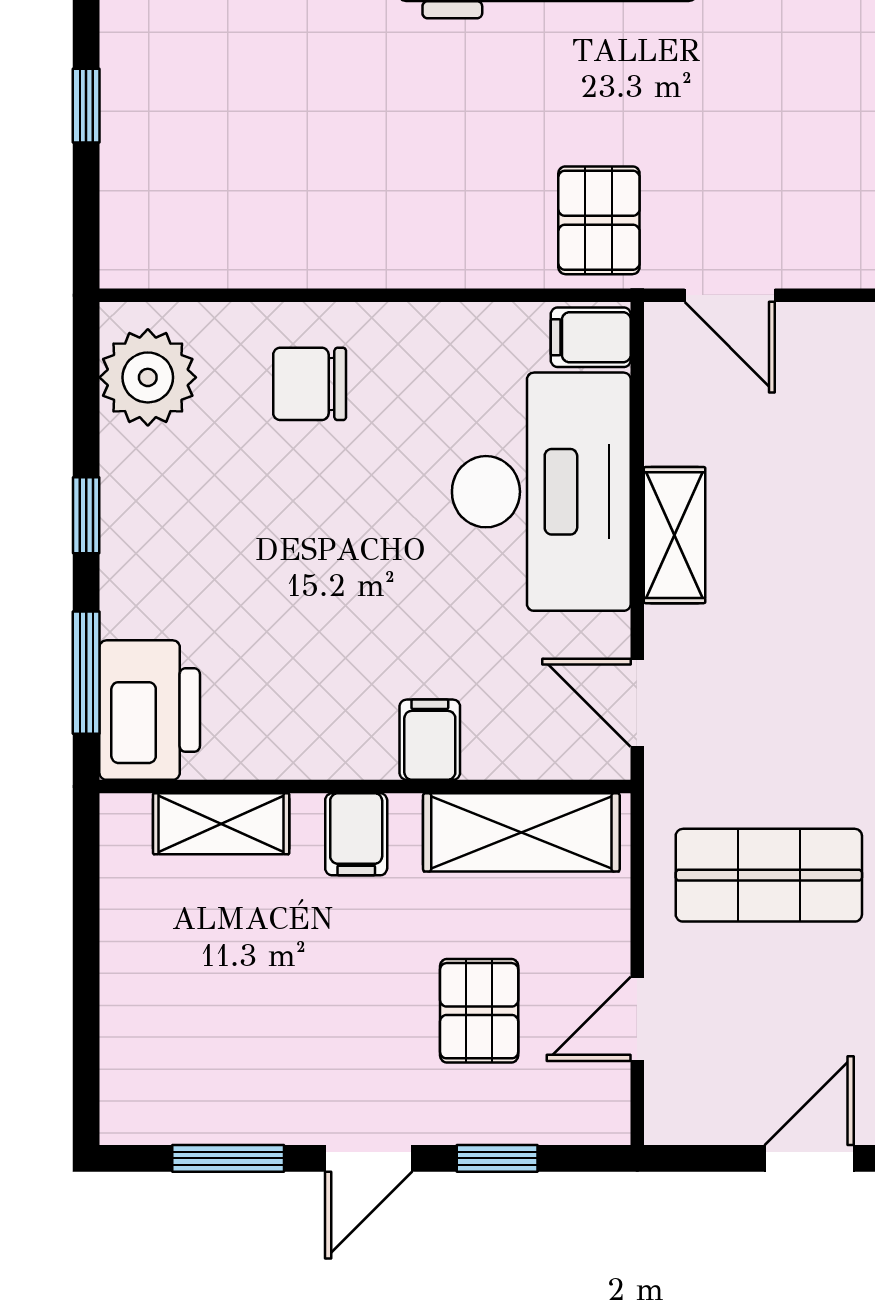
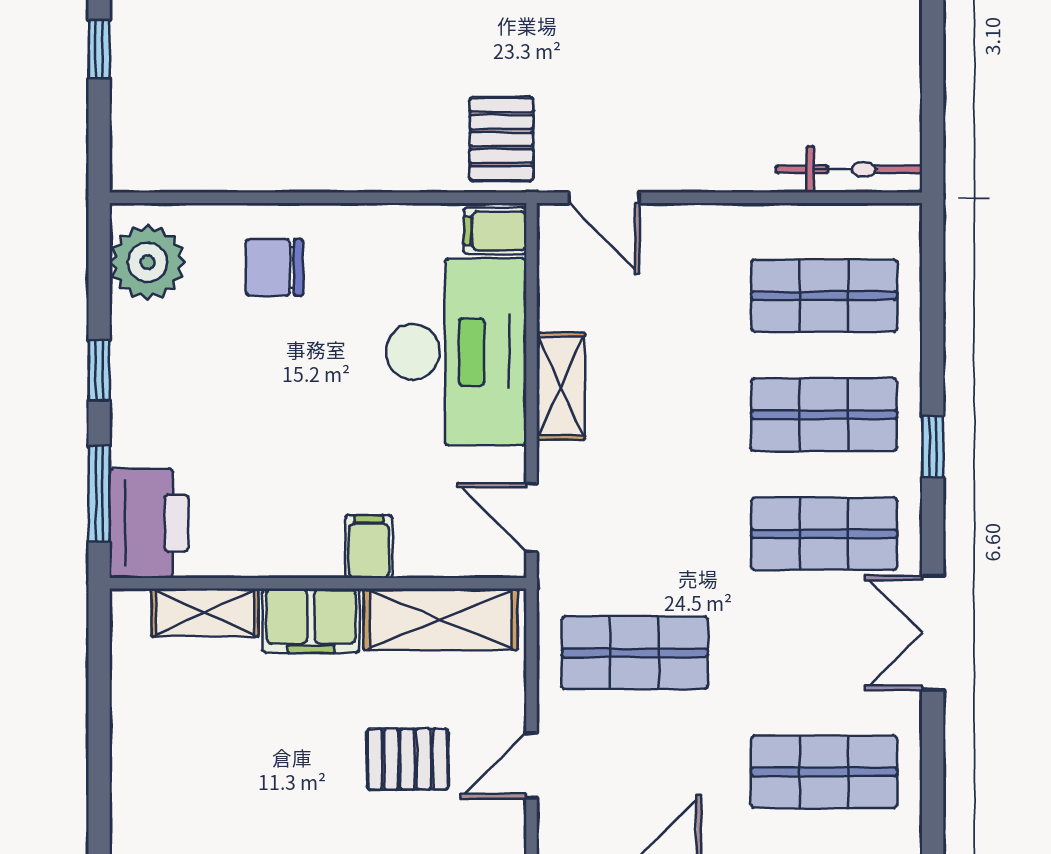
filing cabinet: (356, 834) -> (311, 621), width x2.00
pallet: (479, 1011) -> (407, 759), turned 90

